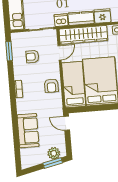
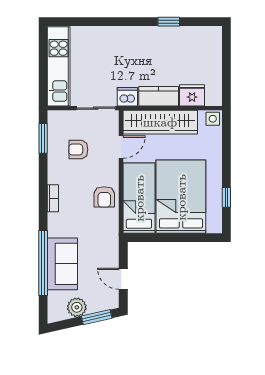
door: (67, 123) -> (123, 279), moved
window: (16, 131) -> (43, 263), added
plant: (54, 153) -> (77, 307), moved

